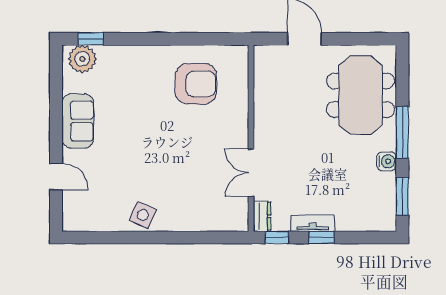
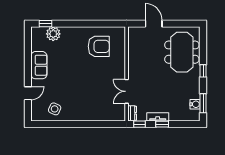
plant: (82, 59) -> (53, 34), moved
window: (402, 132) -> (203, 71), width x0.46
water cooler: (387, 161) -> (195, 104), moved
door: (56, 177) -> (28, 93), hinge flipped
side table: (143, 215) -> (55, 109), moved

